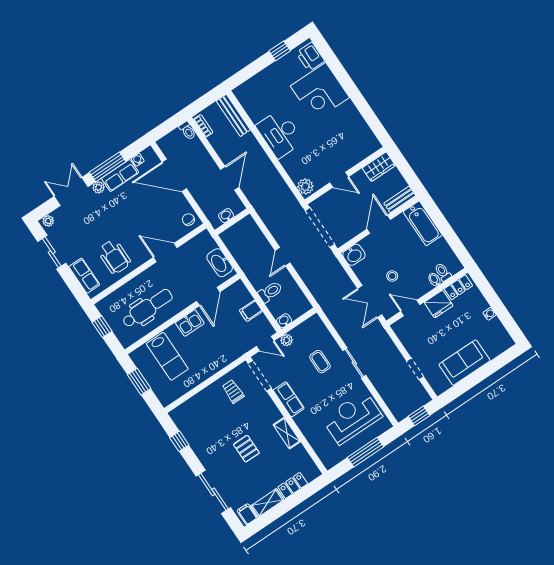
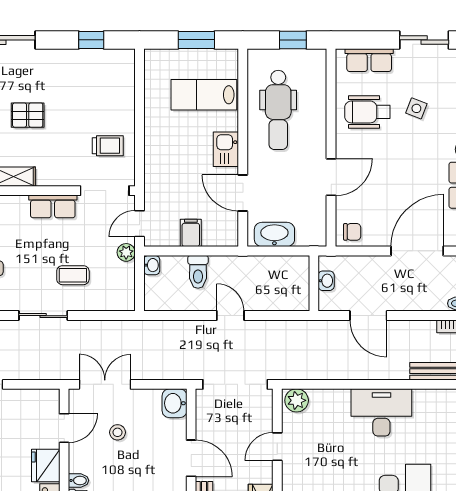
side table: (94, 230) -> (416, 108), added

